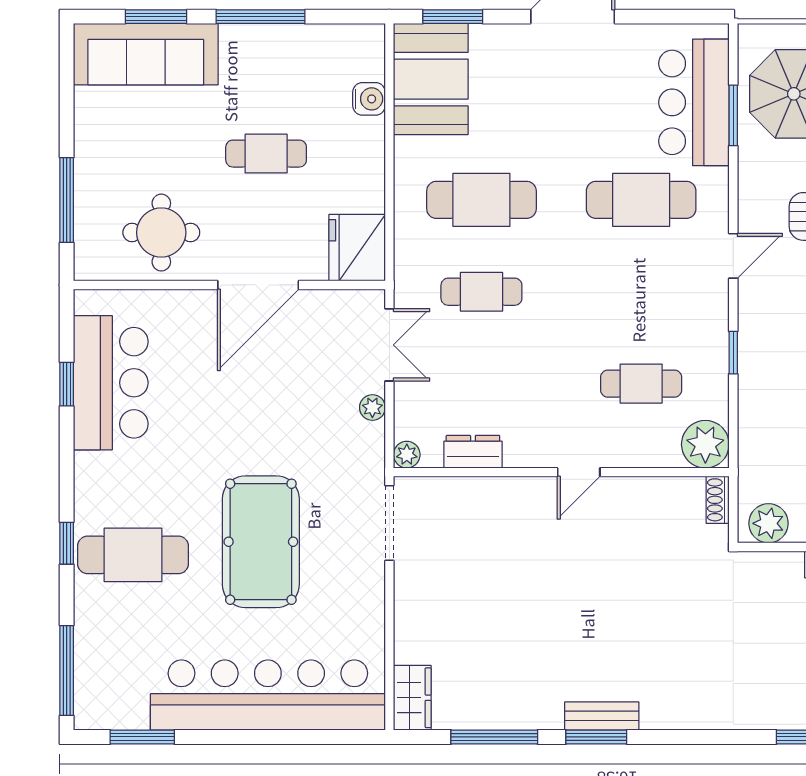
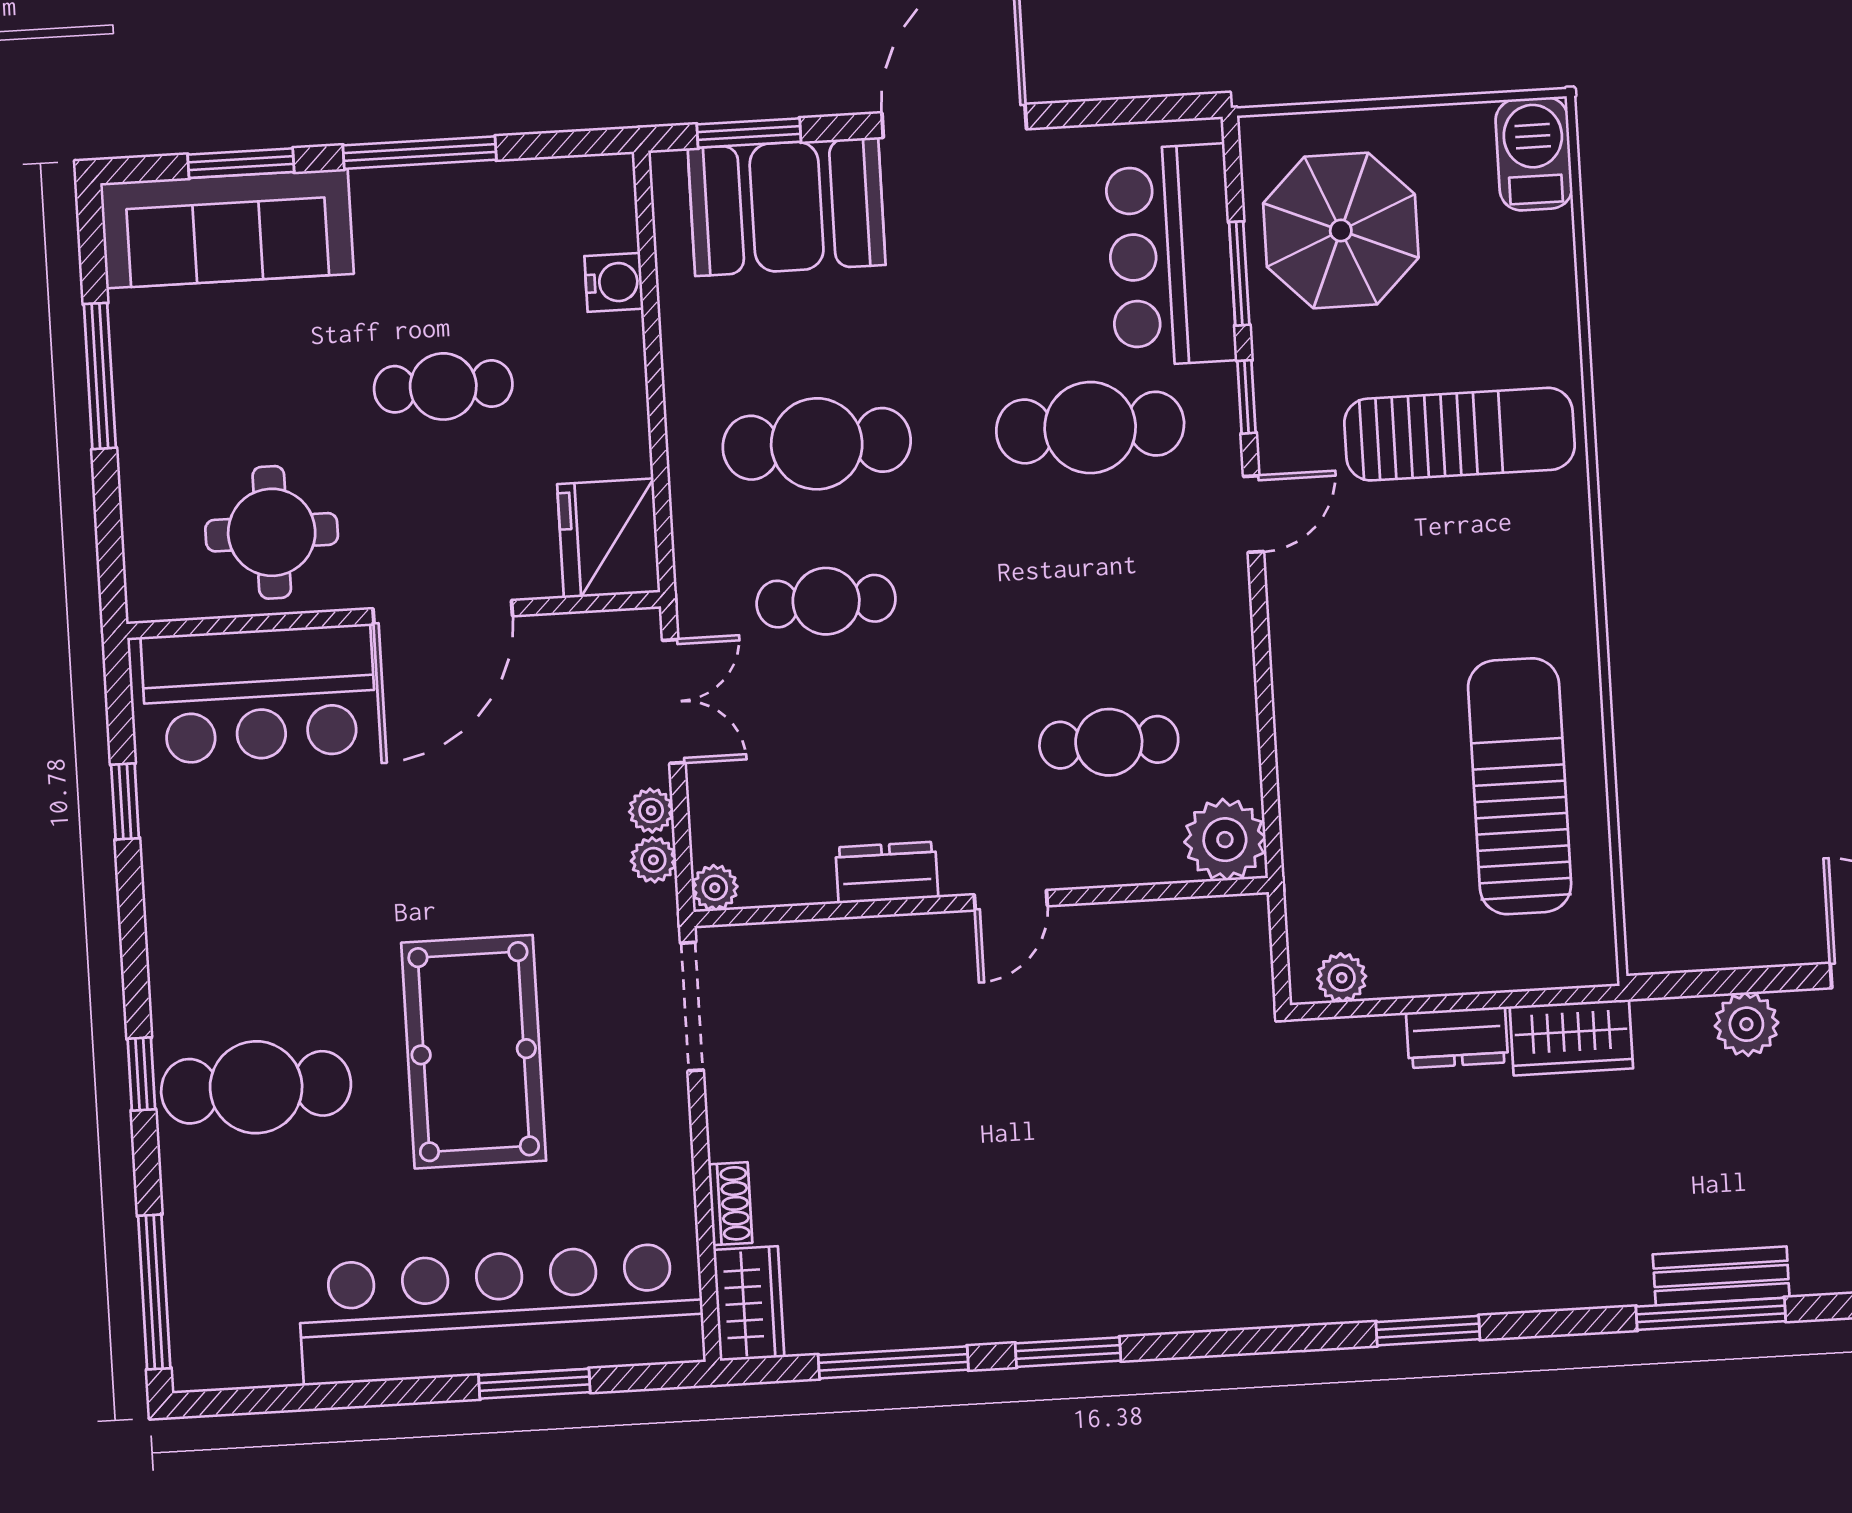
booth: (431, 79) -> (787, 207), moved, turned 90
window: (67, 200) -> (100, 376), moved
window: (733, 353) -> (1247, 397), moved
bar counter: (111, 383) -> (259, 694), moved, turned 90
plant: (372, 436) -> (653, 860), added
dresser: (473, 452) -> (887, 872), moved
shoe rack: (718, 500) -> (730, 1204), moved, turned 180
plant: (768, 523) -> (1342, 978), width x0.73, depth x0.73
bench: (602, 716) -> (1075, 1316), removed
window: (142, 737) -> (534, 1384), moved

